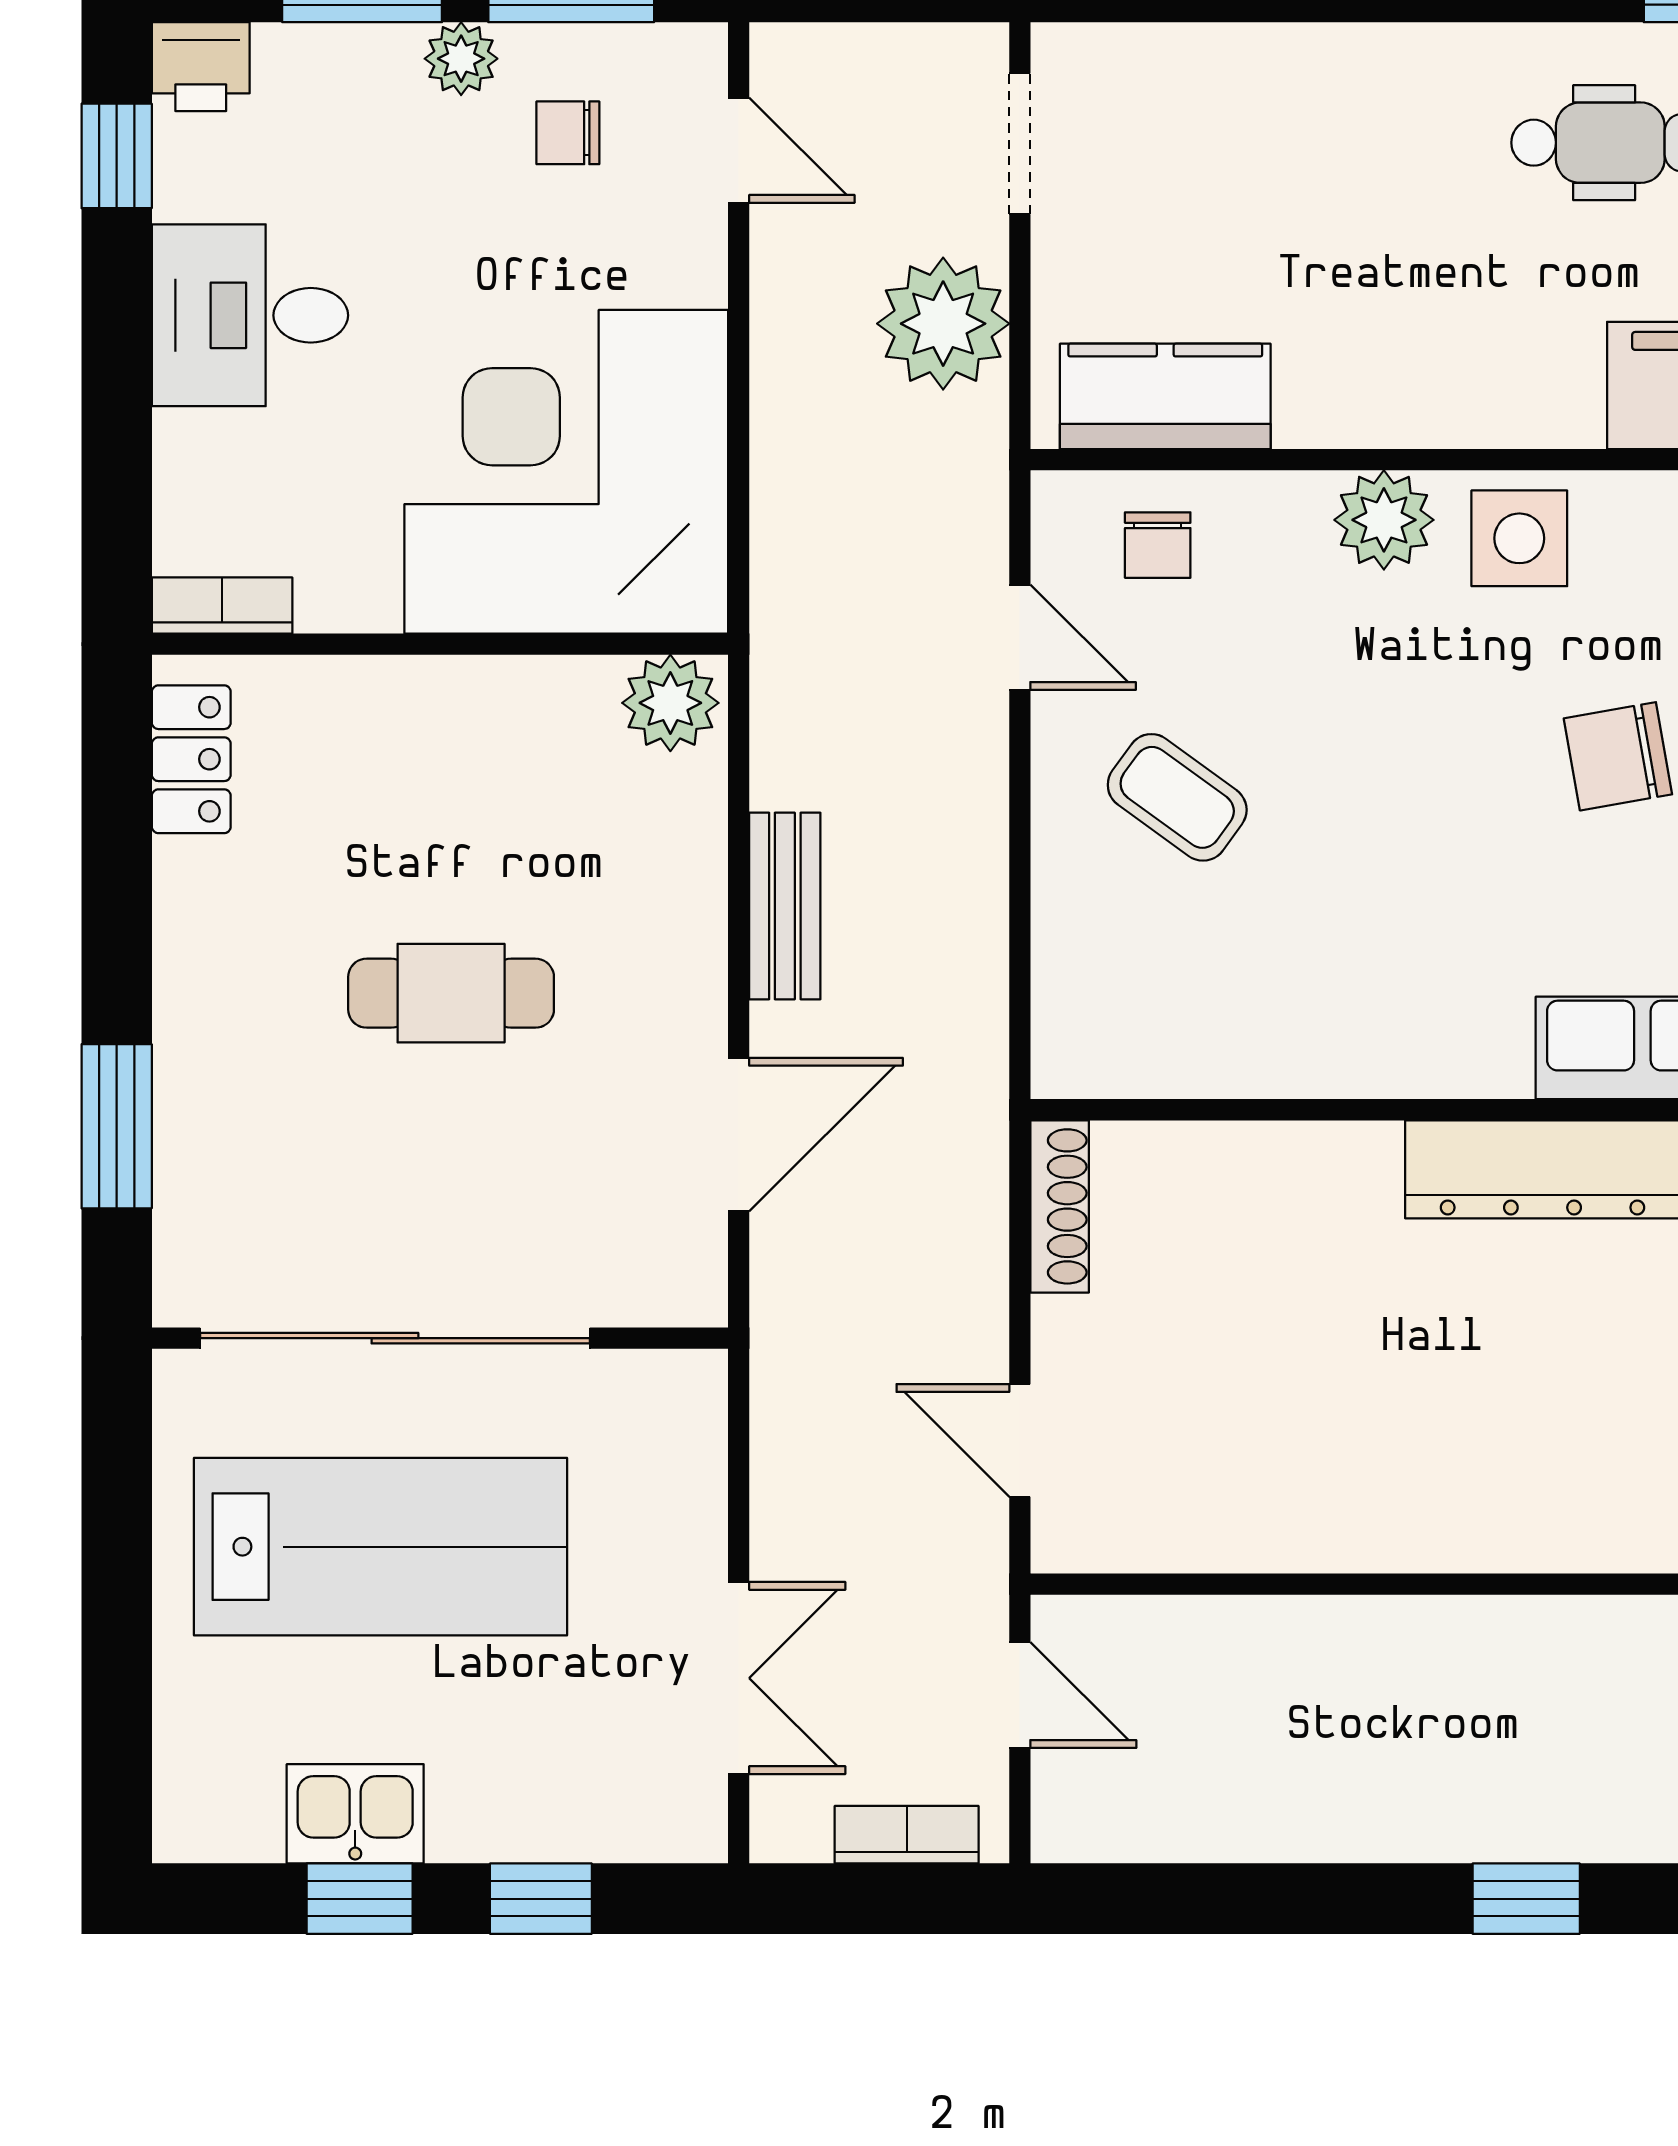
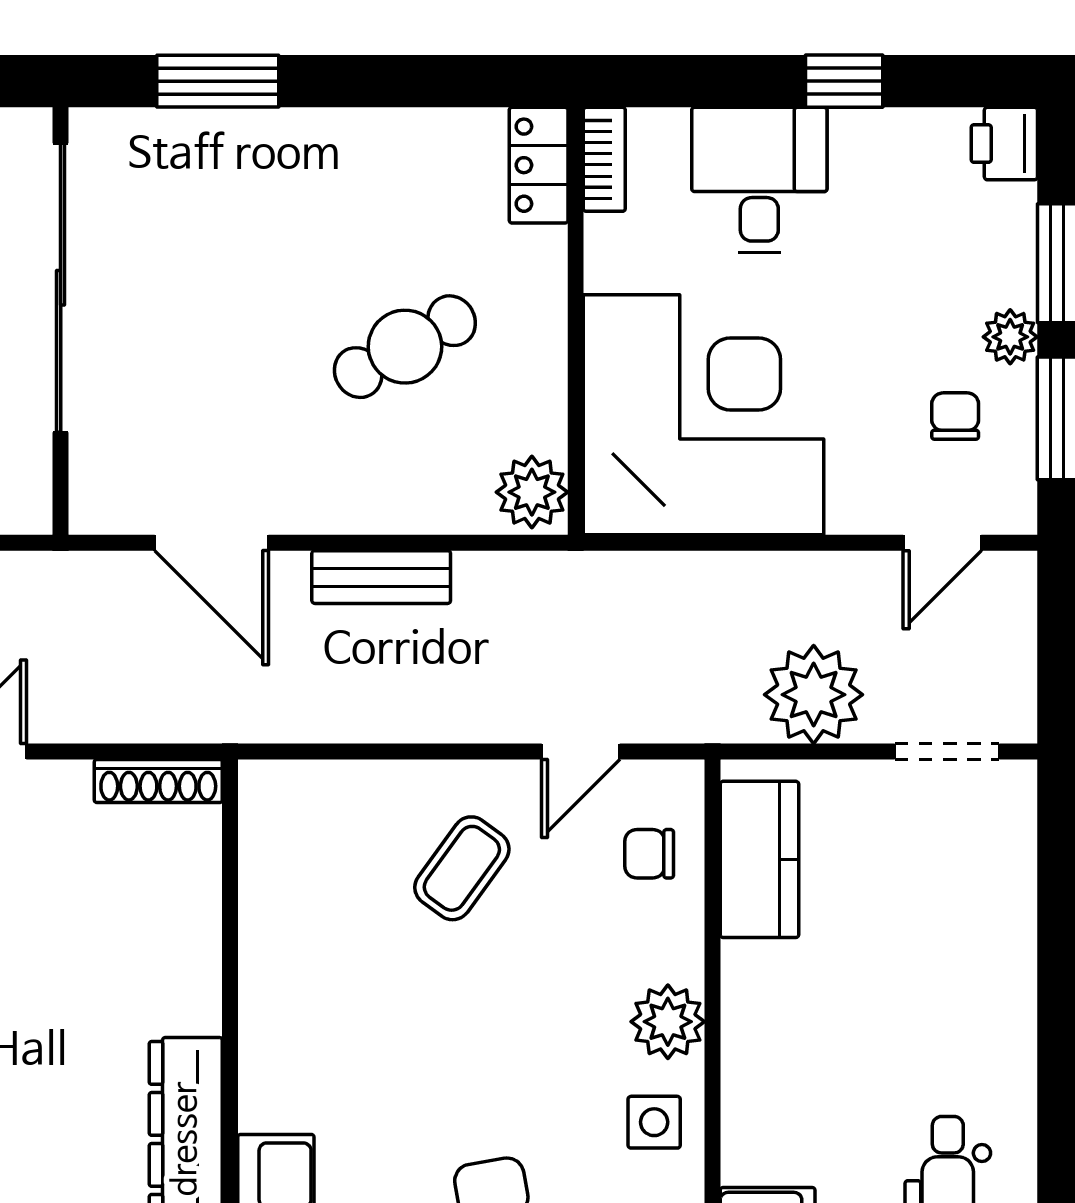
window: (117, 156) -> (844, 81), moved
desk: (250, 315) -> (759, 180), moved
side table: (1519, 538) -> (654, 1122), width x0.73, depth x0.73
locker: (191, 759) -> (539, 165), moved, turned 90
cafe table: (451, 993) -> (405, 347), moved, turned 61

